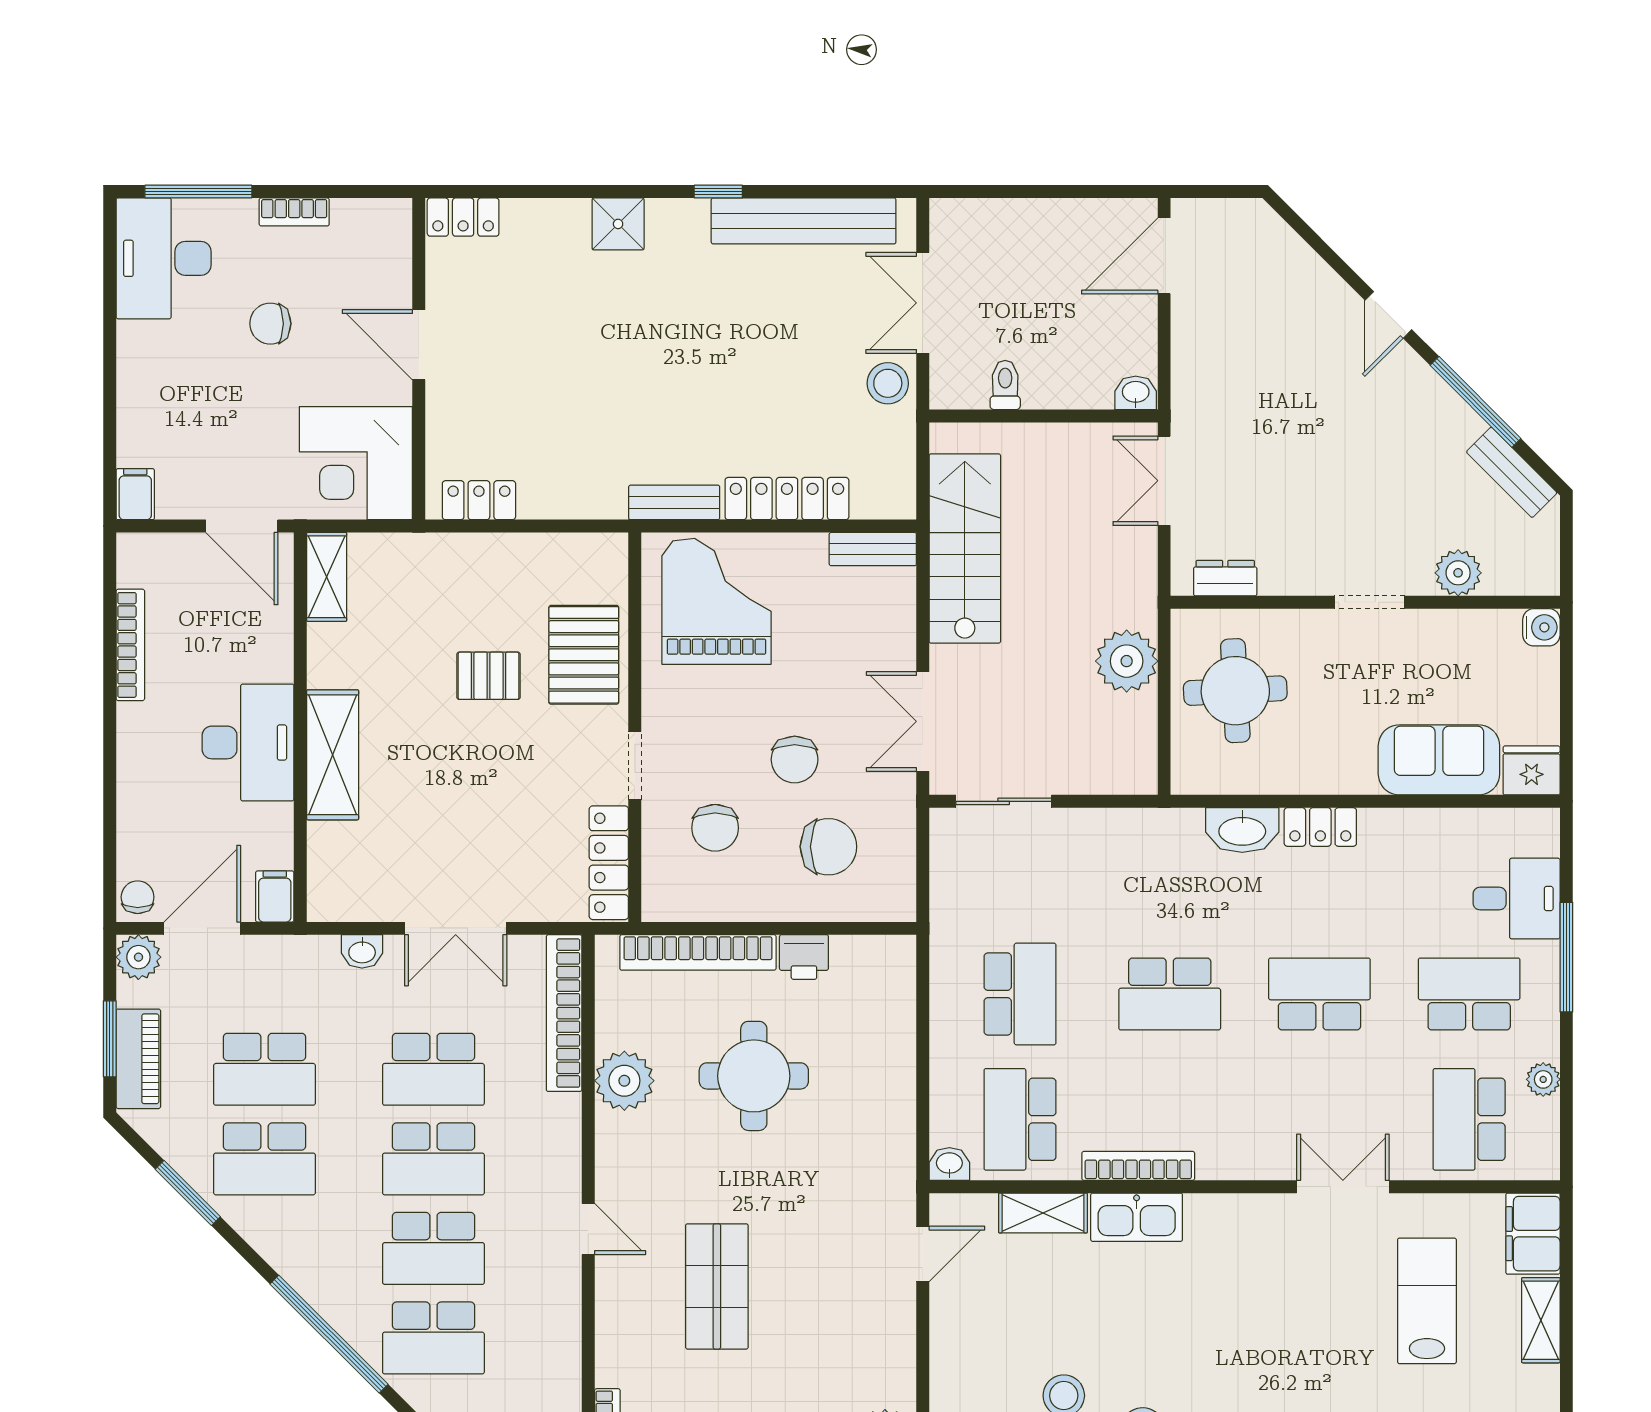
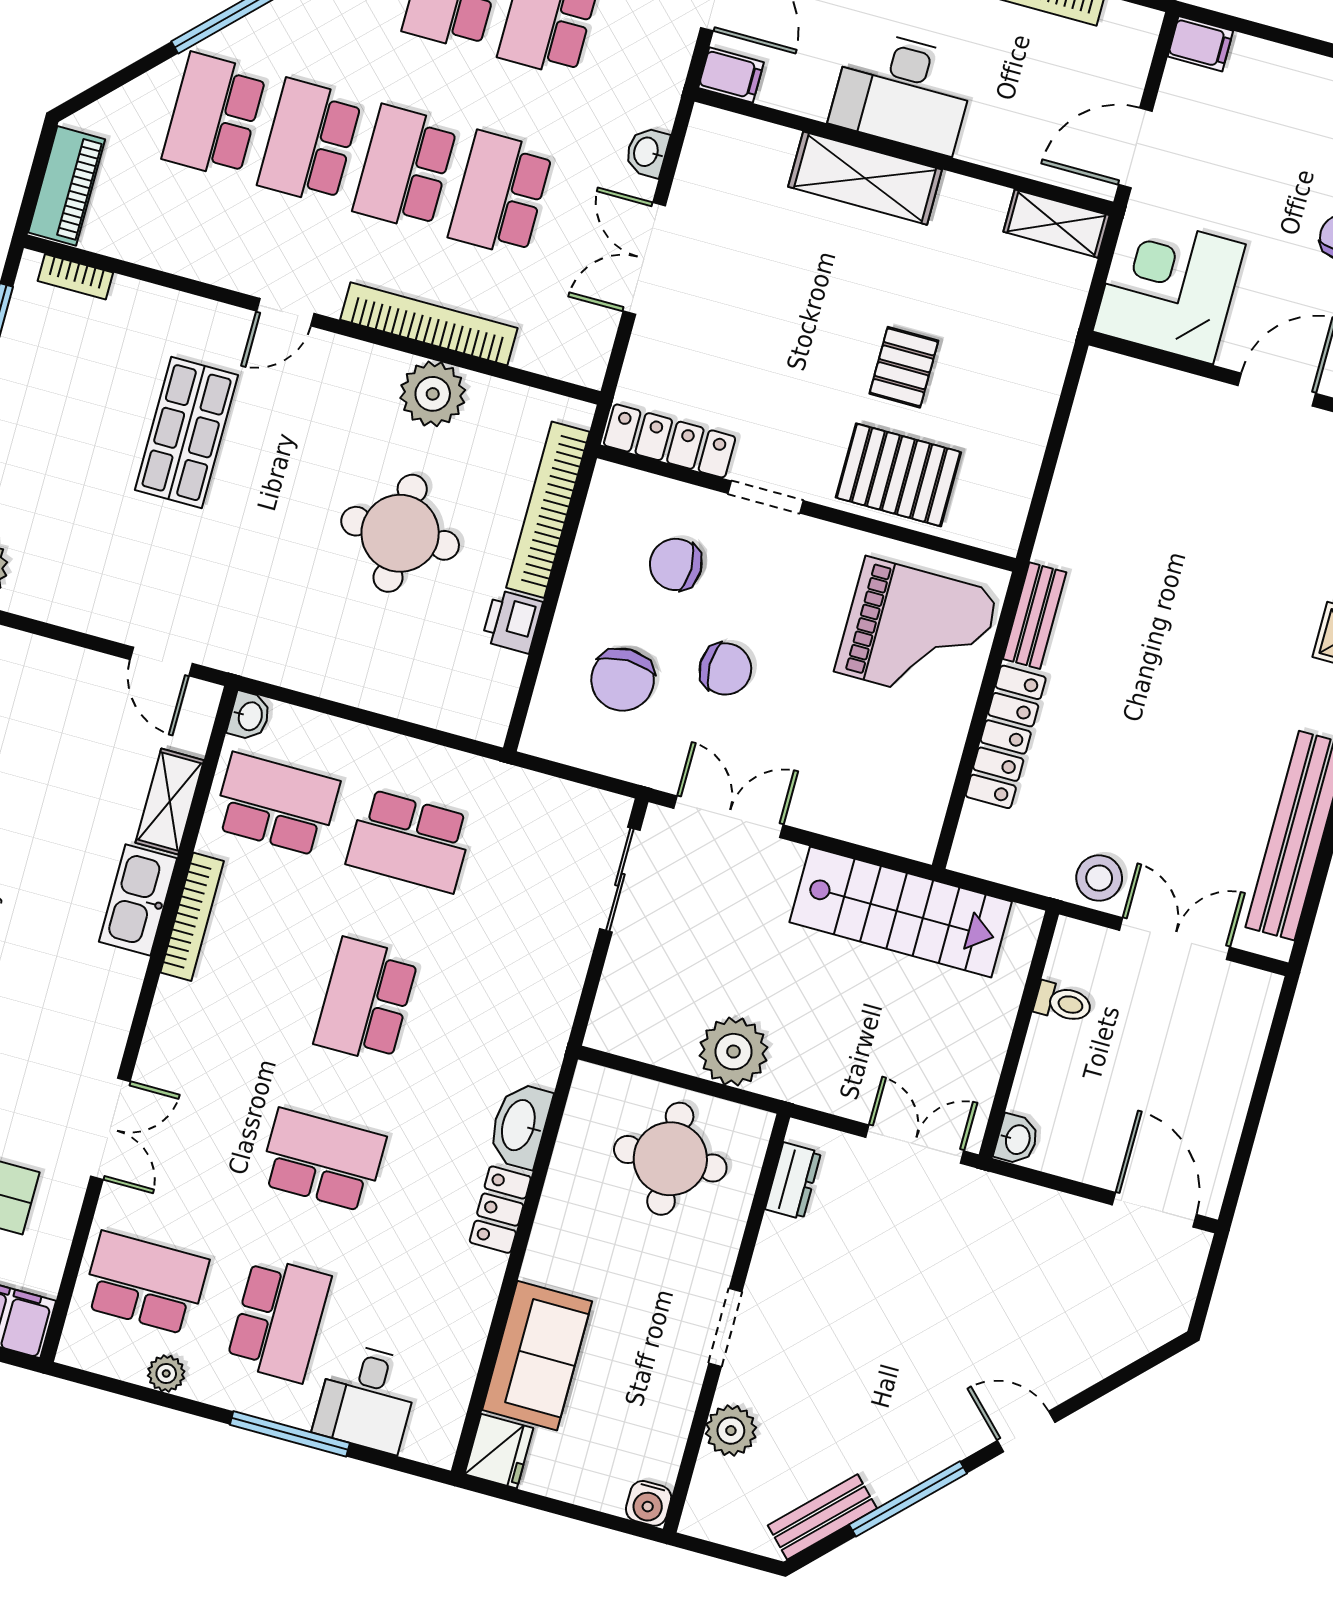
locker: (479, 500) -> (1094, 408), removed
bench: (873, 549) -> (927, 814), removed
chair: (795, 760) -> (725, 669), turned 180
school desk: (1319, 994) -> (322, 1160), turned -90
bookcase: (564, 1013) -> (429, 324), moved
shop shelf: (717, 1286) -> (187, 433), turned 90

